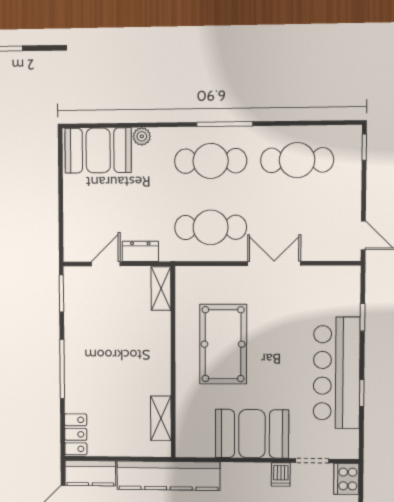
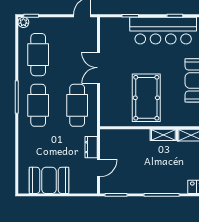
plant: (142, 136) -> (23, 22), moved
booth: (98, 150) -> (49, 180), moved, turned 90
door: (106, 264) -> (98, 168), swing flipped
shelving: (161, 288) -> (163, 135), moved
pool table: (223, 344) -> (146, 98), turned 90

